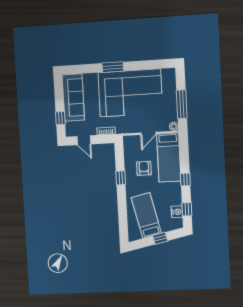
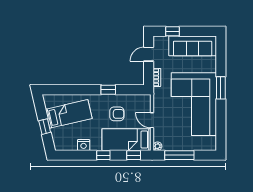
window: (187, 209) -> (134, 155), moved
nightstand: (177, 212) -> (84, 145), moved

